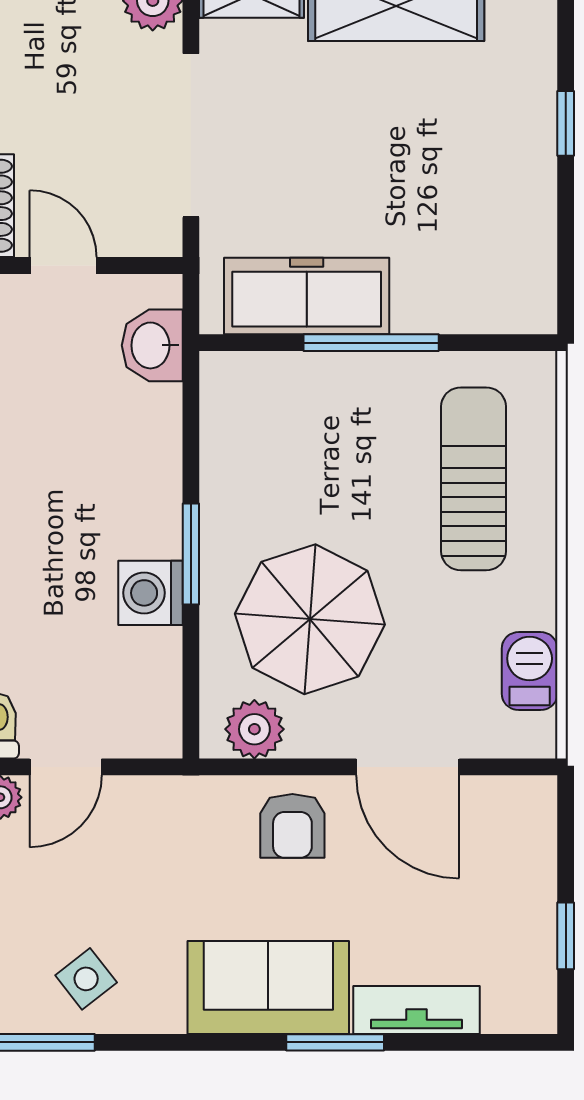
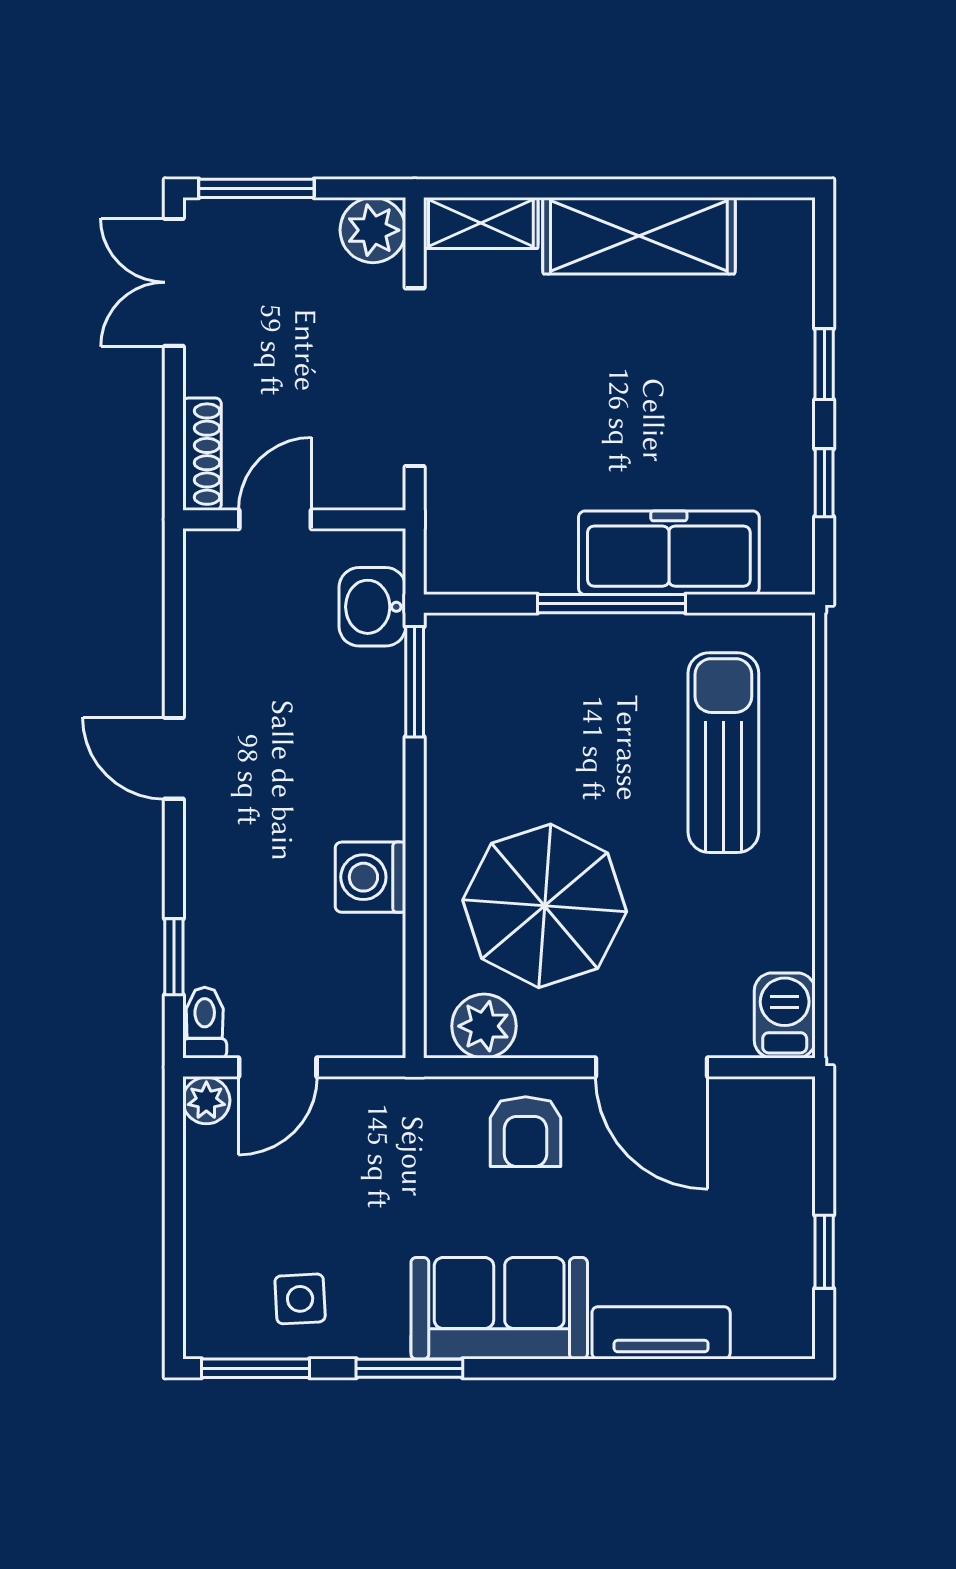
window: (566, 232) -> (824, 483), added
door: (63, 265) -> (275, 519), hinge flipped
freezer: (307, 296) -> (669, 553), moved
window: (191, 554) -> (415, 682), moved
barbecue: (530, 671) -> (785, 1015), moved
side table: (86, 979) -> (300, 1299), turned 35
window: (335, 1042) -> (409, 1368), moved

